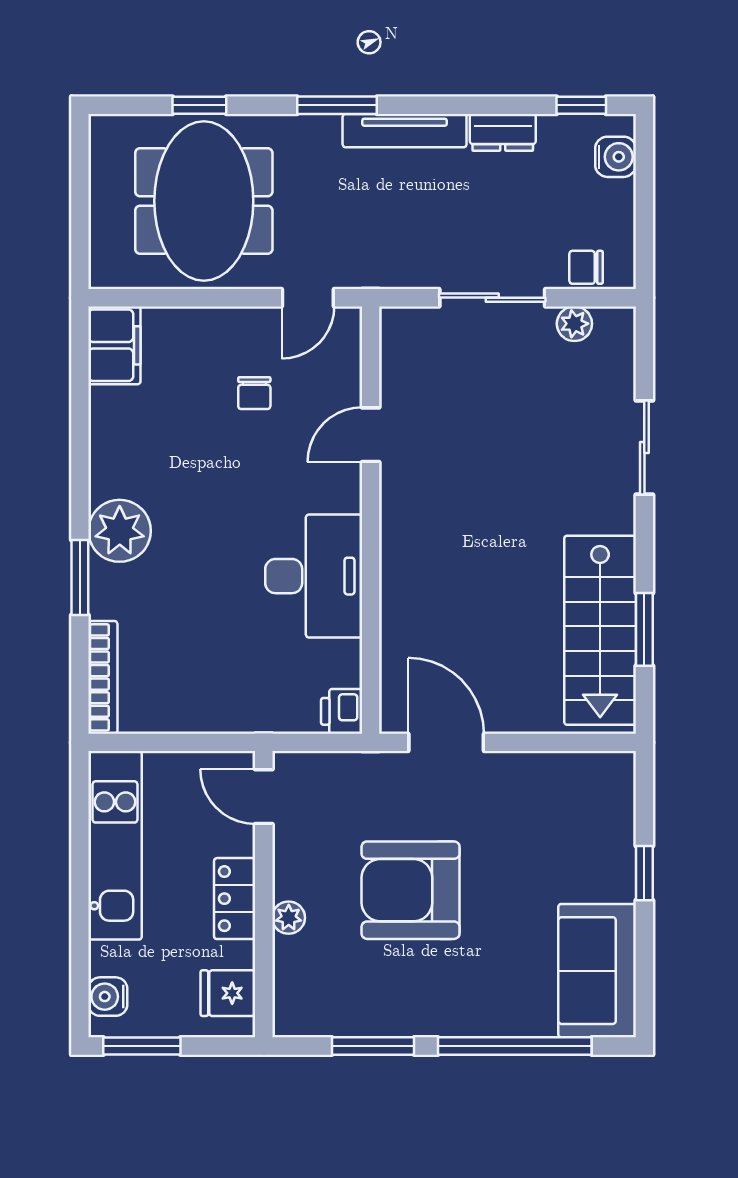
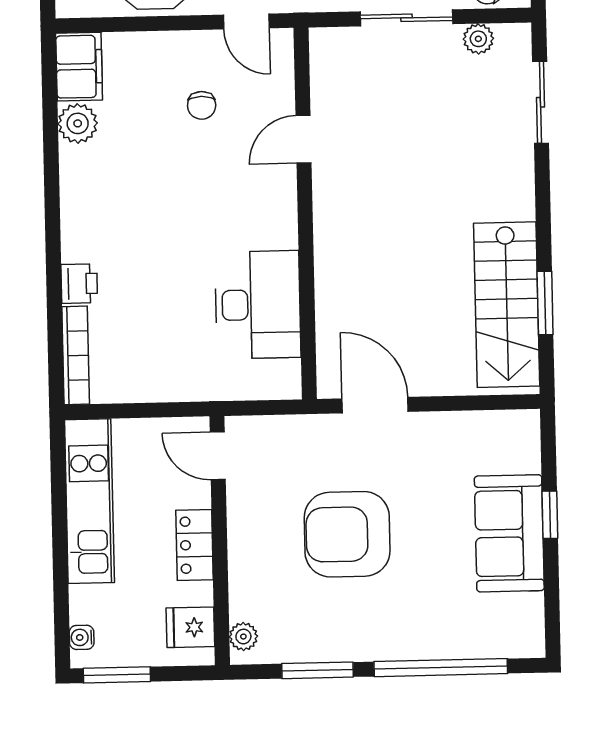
door: (308, 298) -> (246, 21), hinge flipped
sliding door: (644, 448) -> (541, 102), moved
plant: (120, 531) -> (78, 123), moved, width x0.73, depth x0.73
desk: (314, 576) -> (258, 305), moved
window: (80, 578) -> (54, 269), removed
printer: (342, 711) -> (79, 284), moved, turned 180
plant: (289, 918) -> (243, 637), moved
sofa: (597, 971) -> (509, 533), moved
water cooler: (108, 997) -> (82, 637), width x0.72, depth x0.72

